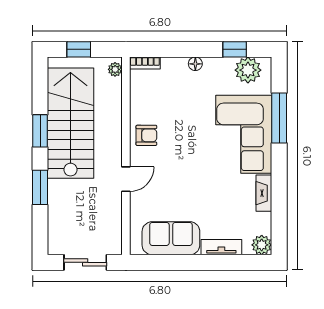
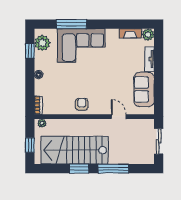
door: (126, 179) -> (119, 117), moved
window: (40, 187) -> (113, 169), width x1.44
fireplace: (264, 193) -> (130, 33), moved

